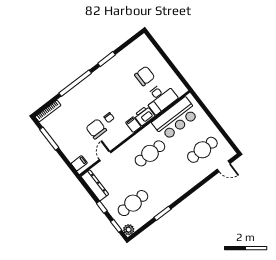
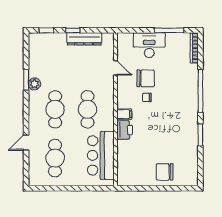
chair: (145, 76) -> (165, 172), moved, turned 90
desk: (160, 98) -> (149, 45), moved, turned 90
filing cabinet: (79, 163) -> (127, 40), removed
door: (224, 166) -> (26, 143), moved
dresser: (95, 185) -> (84, 39), moved
cafe table: (133, 203) -> (55, 109), moved
plant: (129, 230) -> (34, 84), moved

